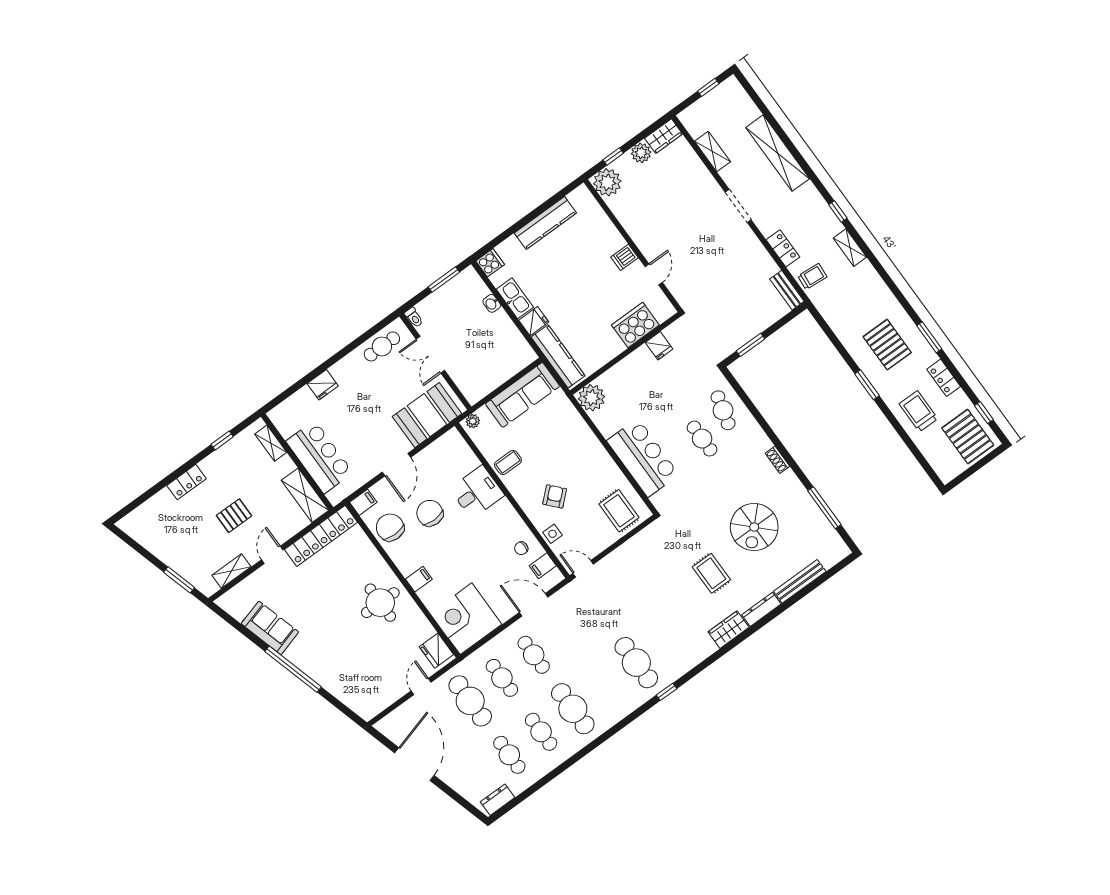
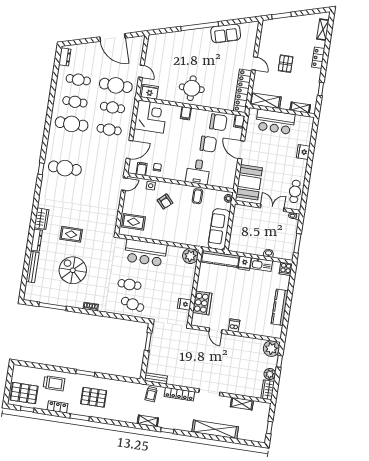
locker: (783, 248) -> (179, 394), width x1.53
shelving: (231, 571) -> (323, 30), moved

